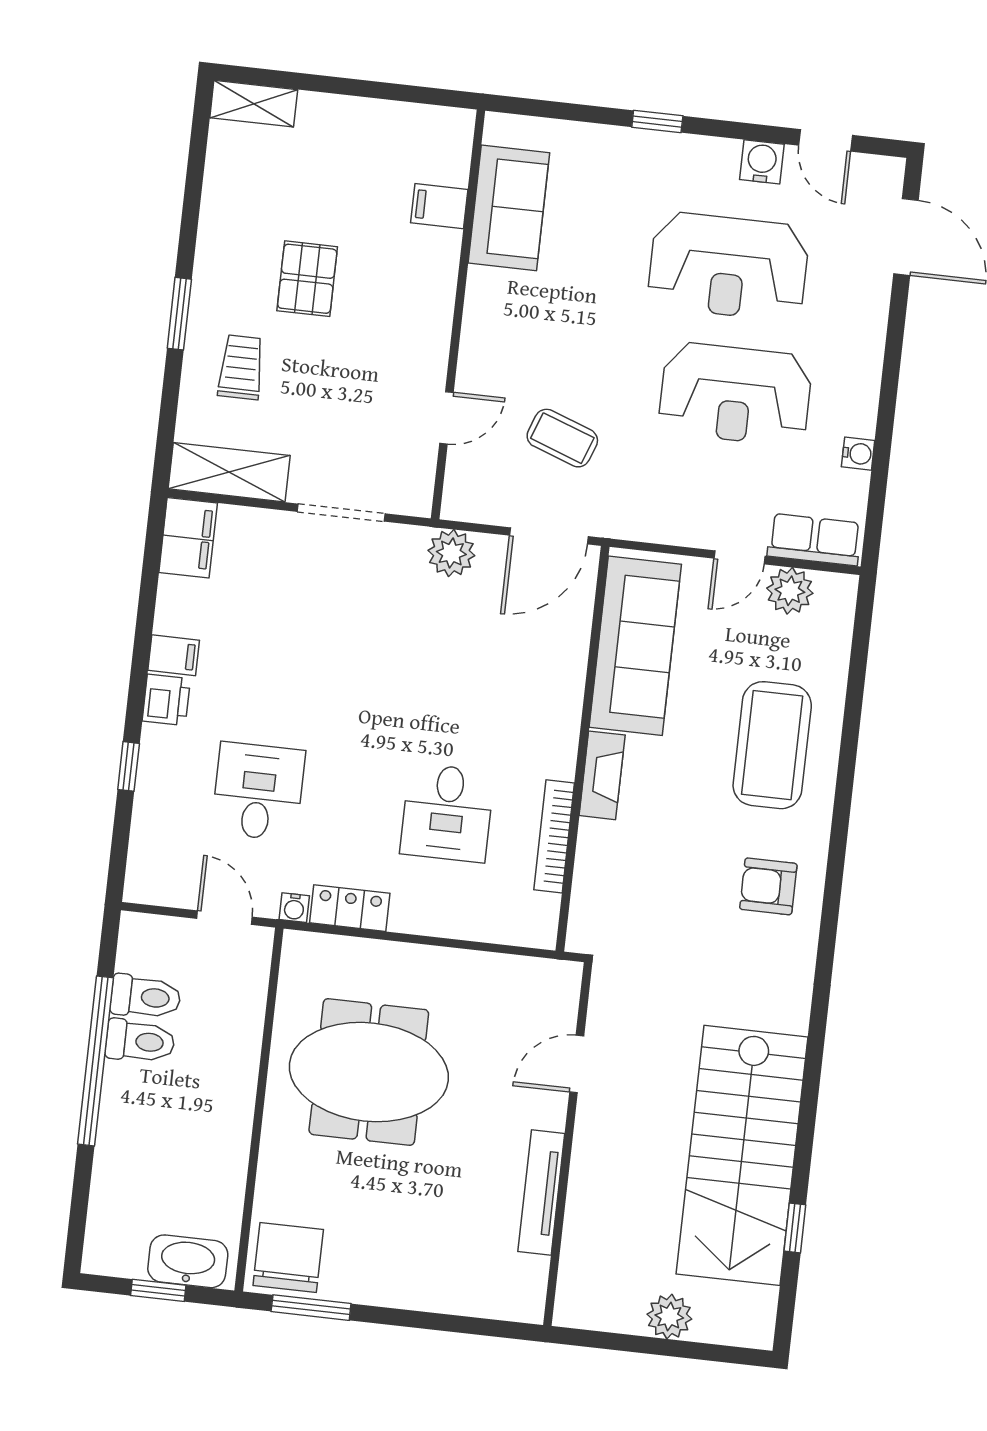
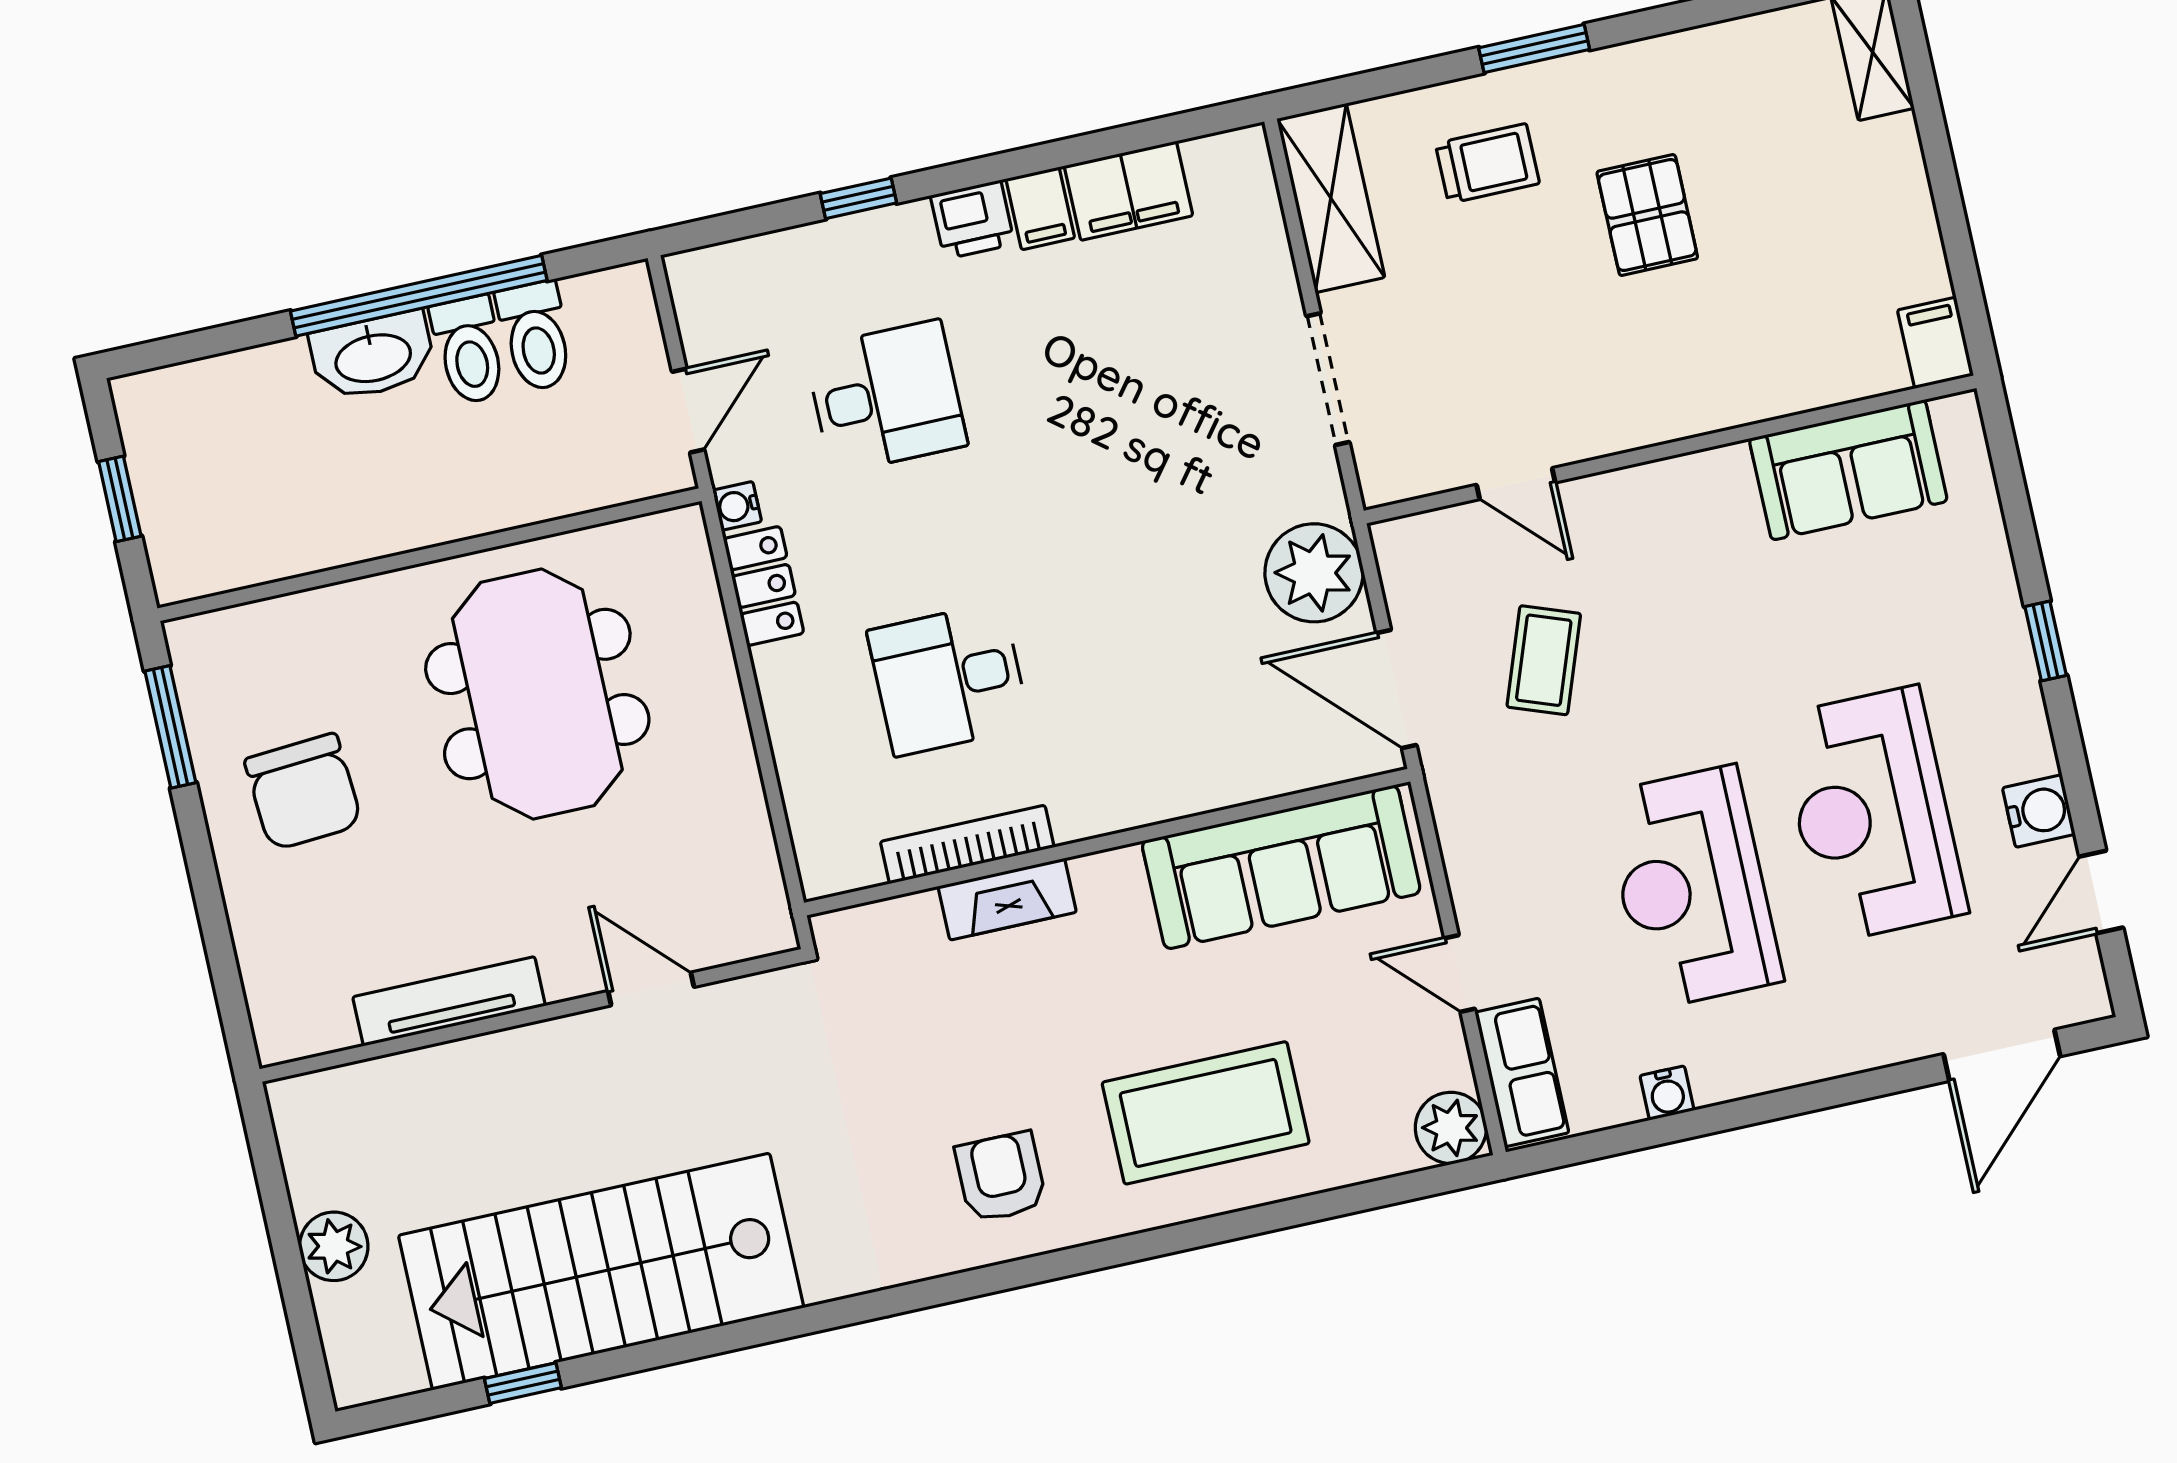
filing cabinet: (439, 206) -> (1935, 343), moved
pallet: (307, 279) -> (1647, 215), turned 90
filing cabinet: (188, 538) -> (1128, 191), moved
plant: (451, 553) -> (1314, 573), width x1.36, depth x1.36
plant: (790, 591) -> (1451, 1128), moved
fireplace: (602, 775) -> (1007, 899), moved
chair: (288, 1258) -> (303, 792), moved, turned 86
washbasin: (188, 1261) -> (373, 356), moved, turned 90

